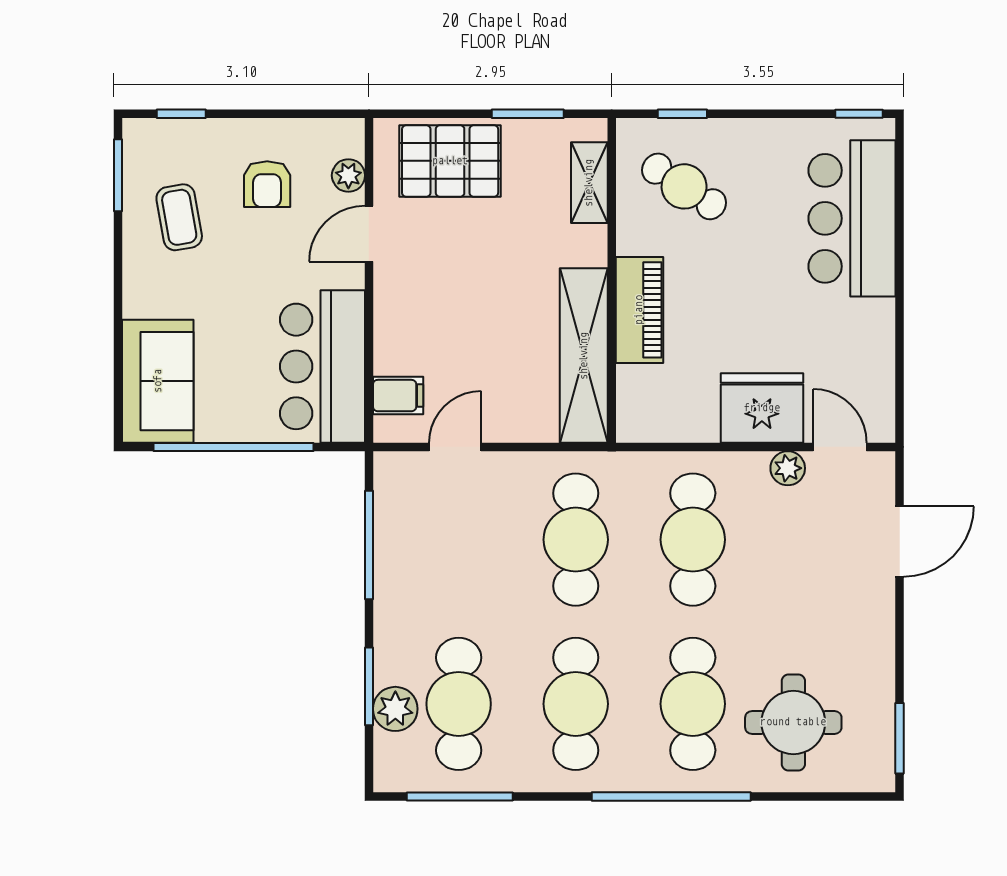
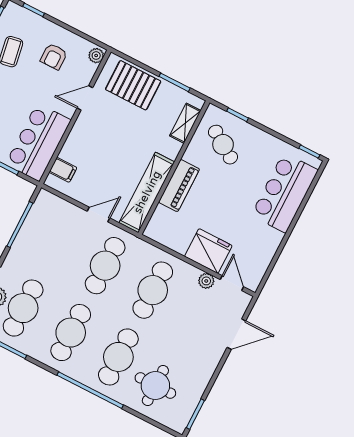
plant: (348, 175) -> (96, 56), moved
door: (455, 447) -> (99, 215), moved

